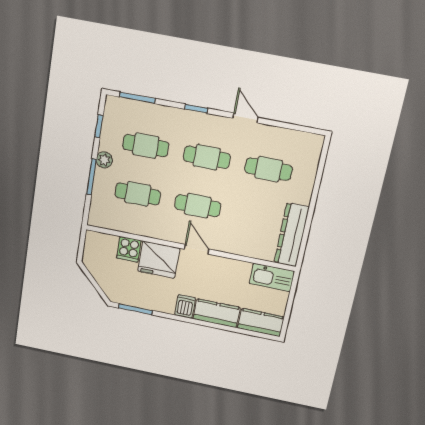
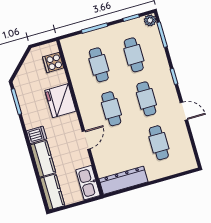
door: (245, 118) -> (184, 111), hinge flipped
plant: (104, 160) -> (150, 20), moved
cooker: (129, 249) -> (53, 62), moved
door: (197, 249) -> (86, 140), moved

